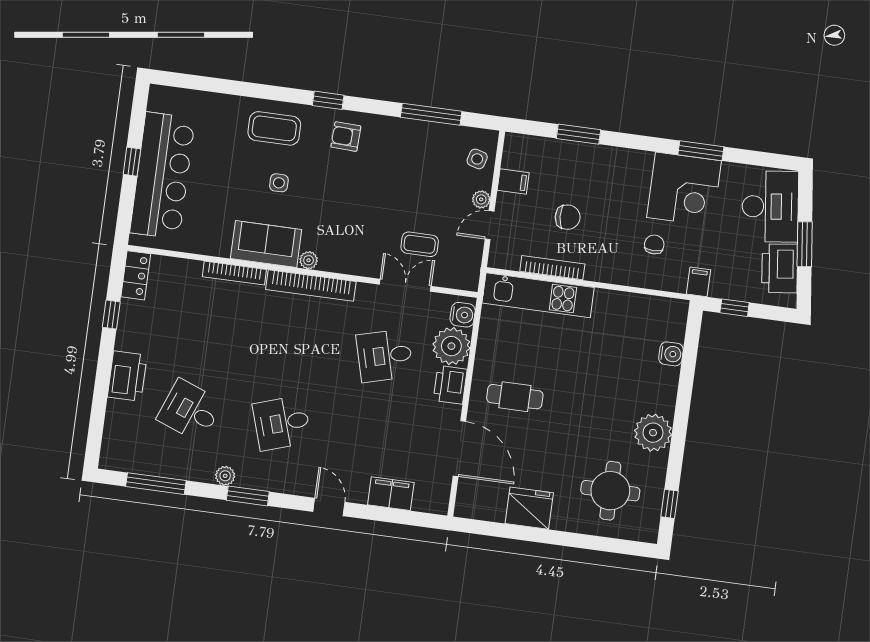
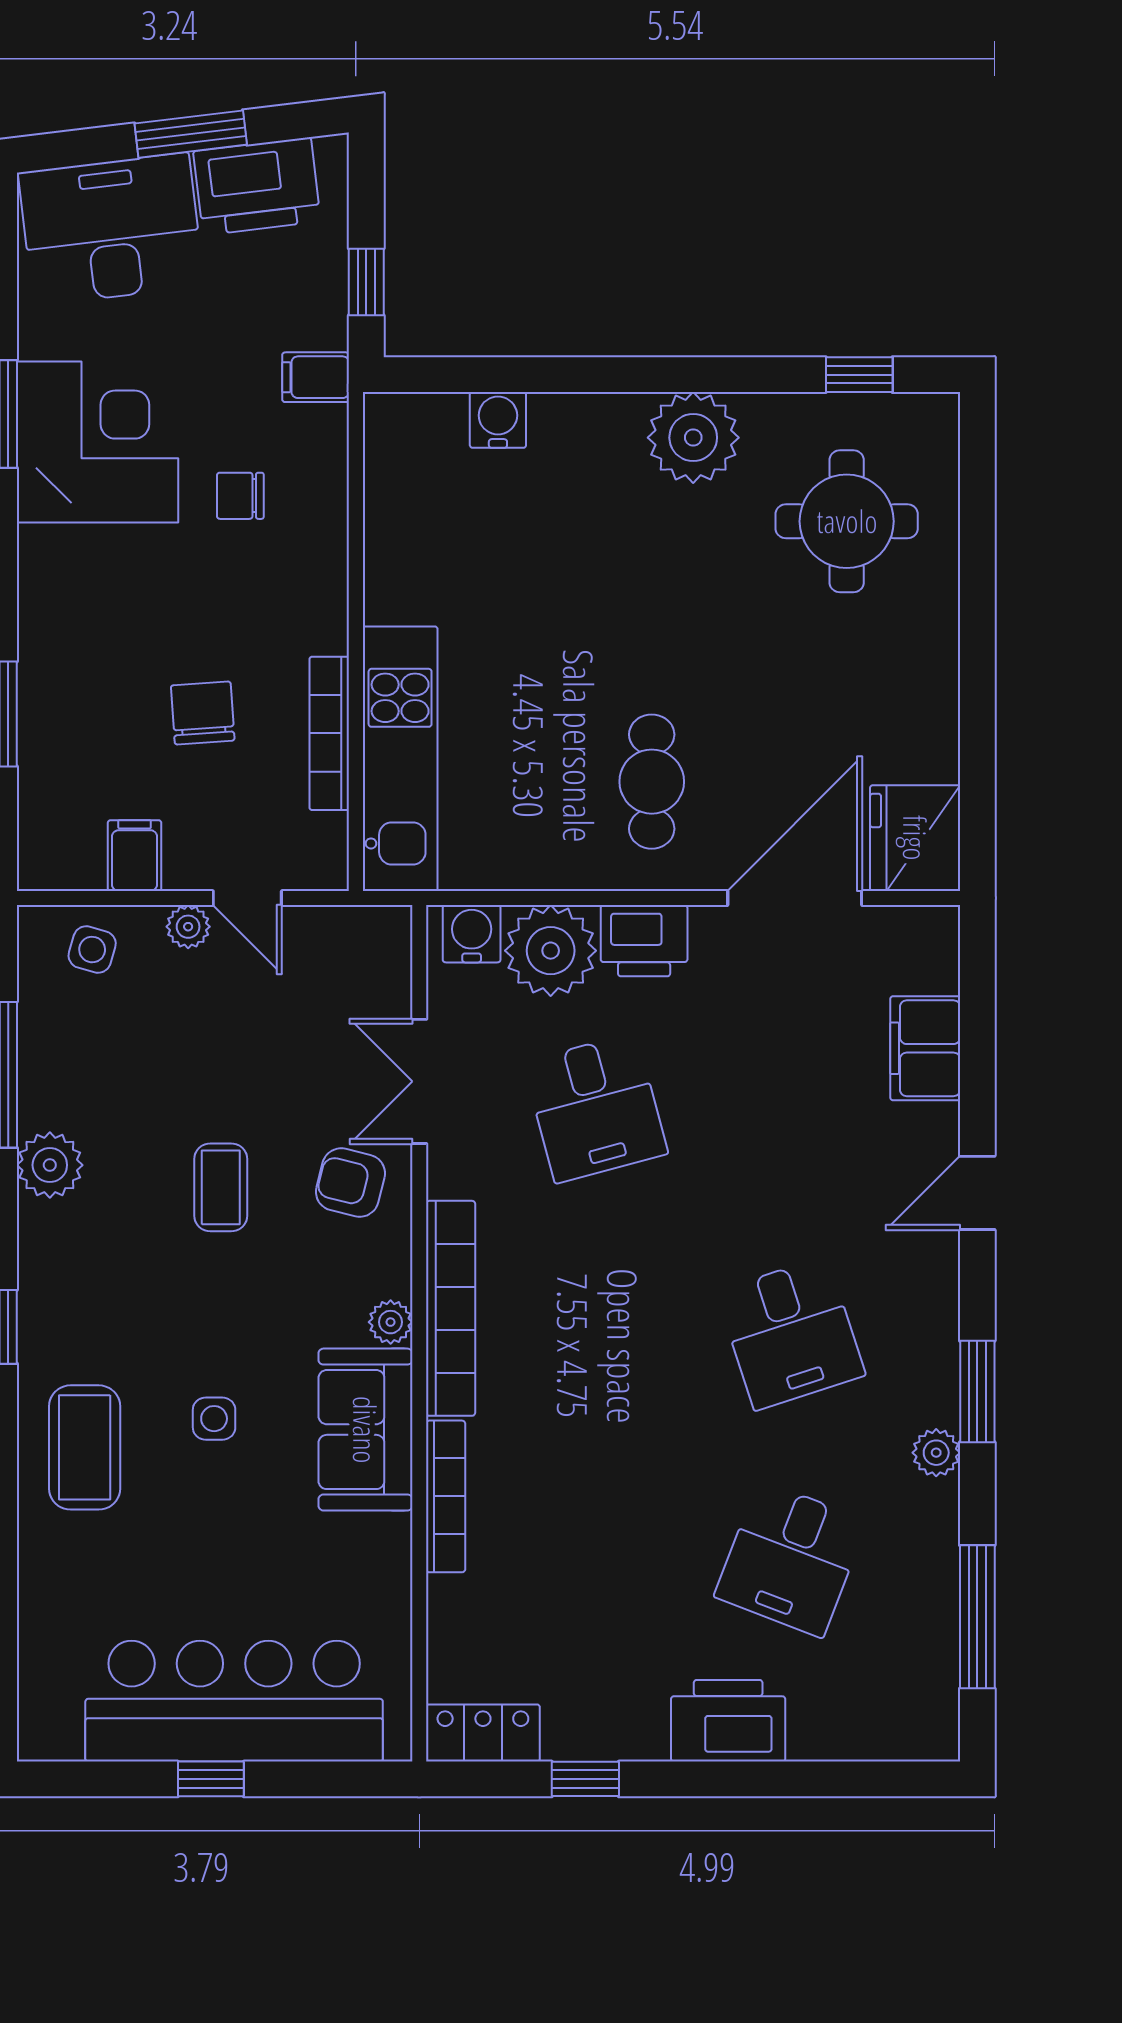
plant: (391, 130) -> (50, 1165), added
armchair: (346, 137) -> (350, 1183), moved, turned 102
coffee table: (420, 244) -> (221, 1187), moved
fridge: (529, 508) -> (915, 838), moved

